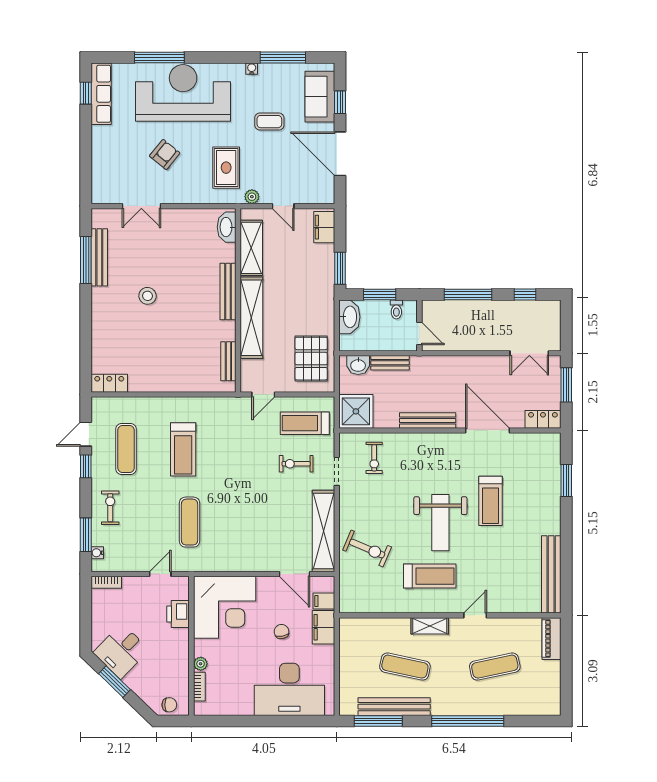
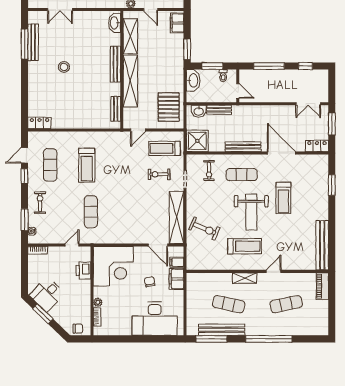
exercise mat: (425, 464) -> (242, 175), added

